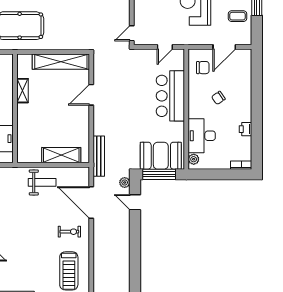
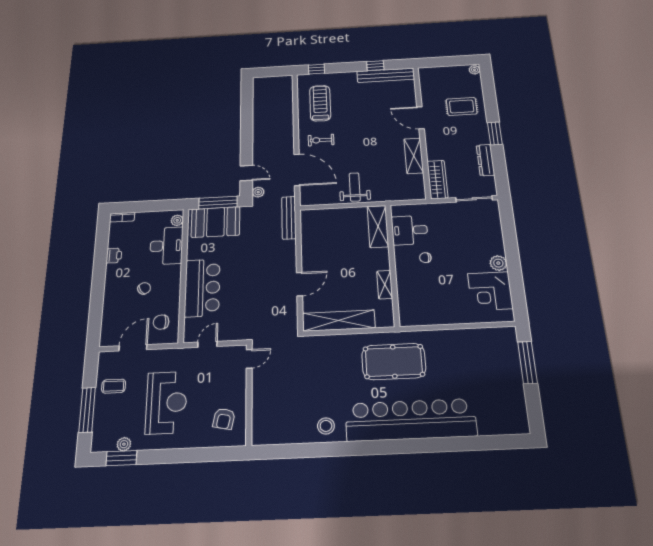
shelving: (61, 155) -> (378, 226), moved, turned 90
weight bench: (42, 182) -> (355, 187), turned 90

